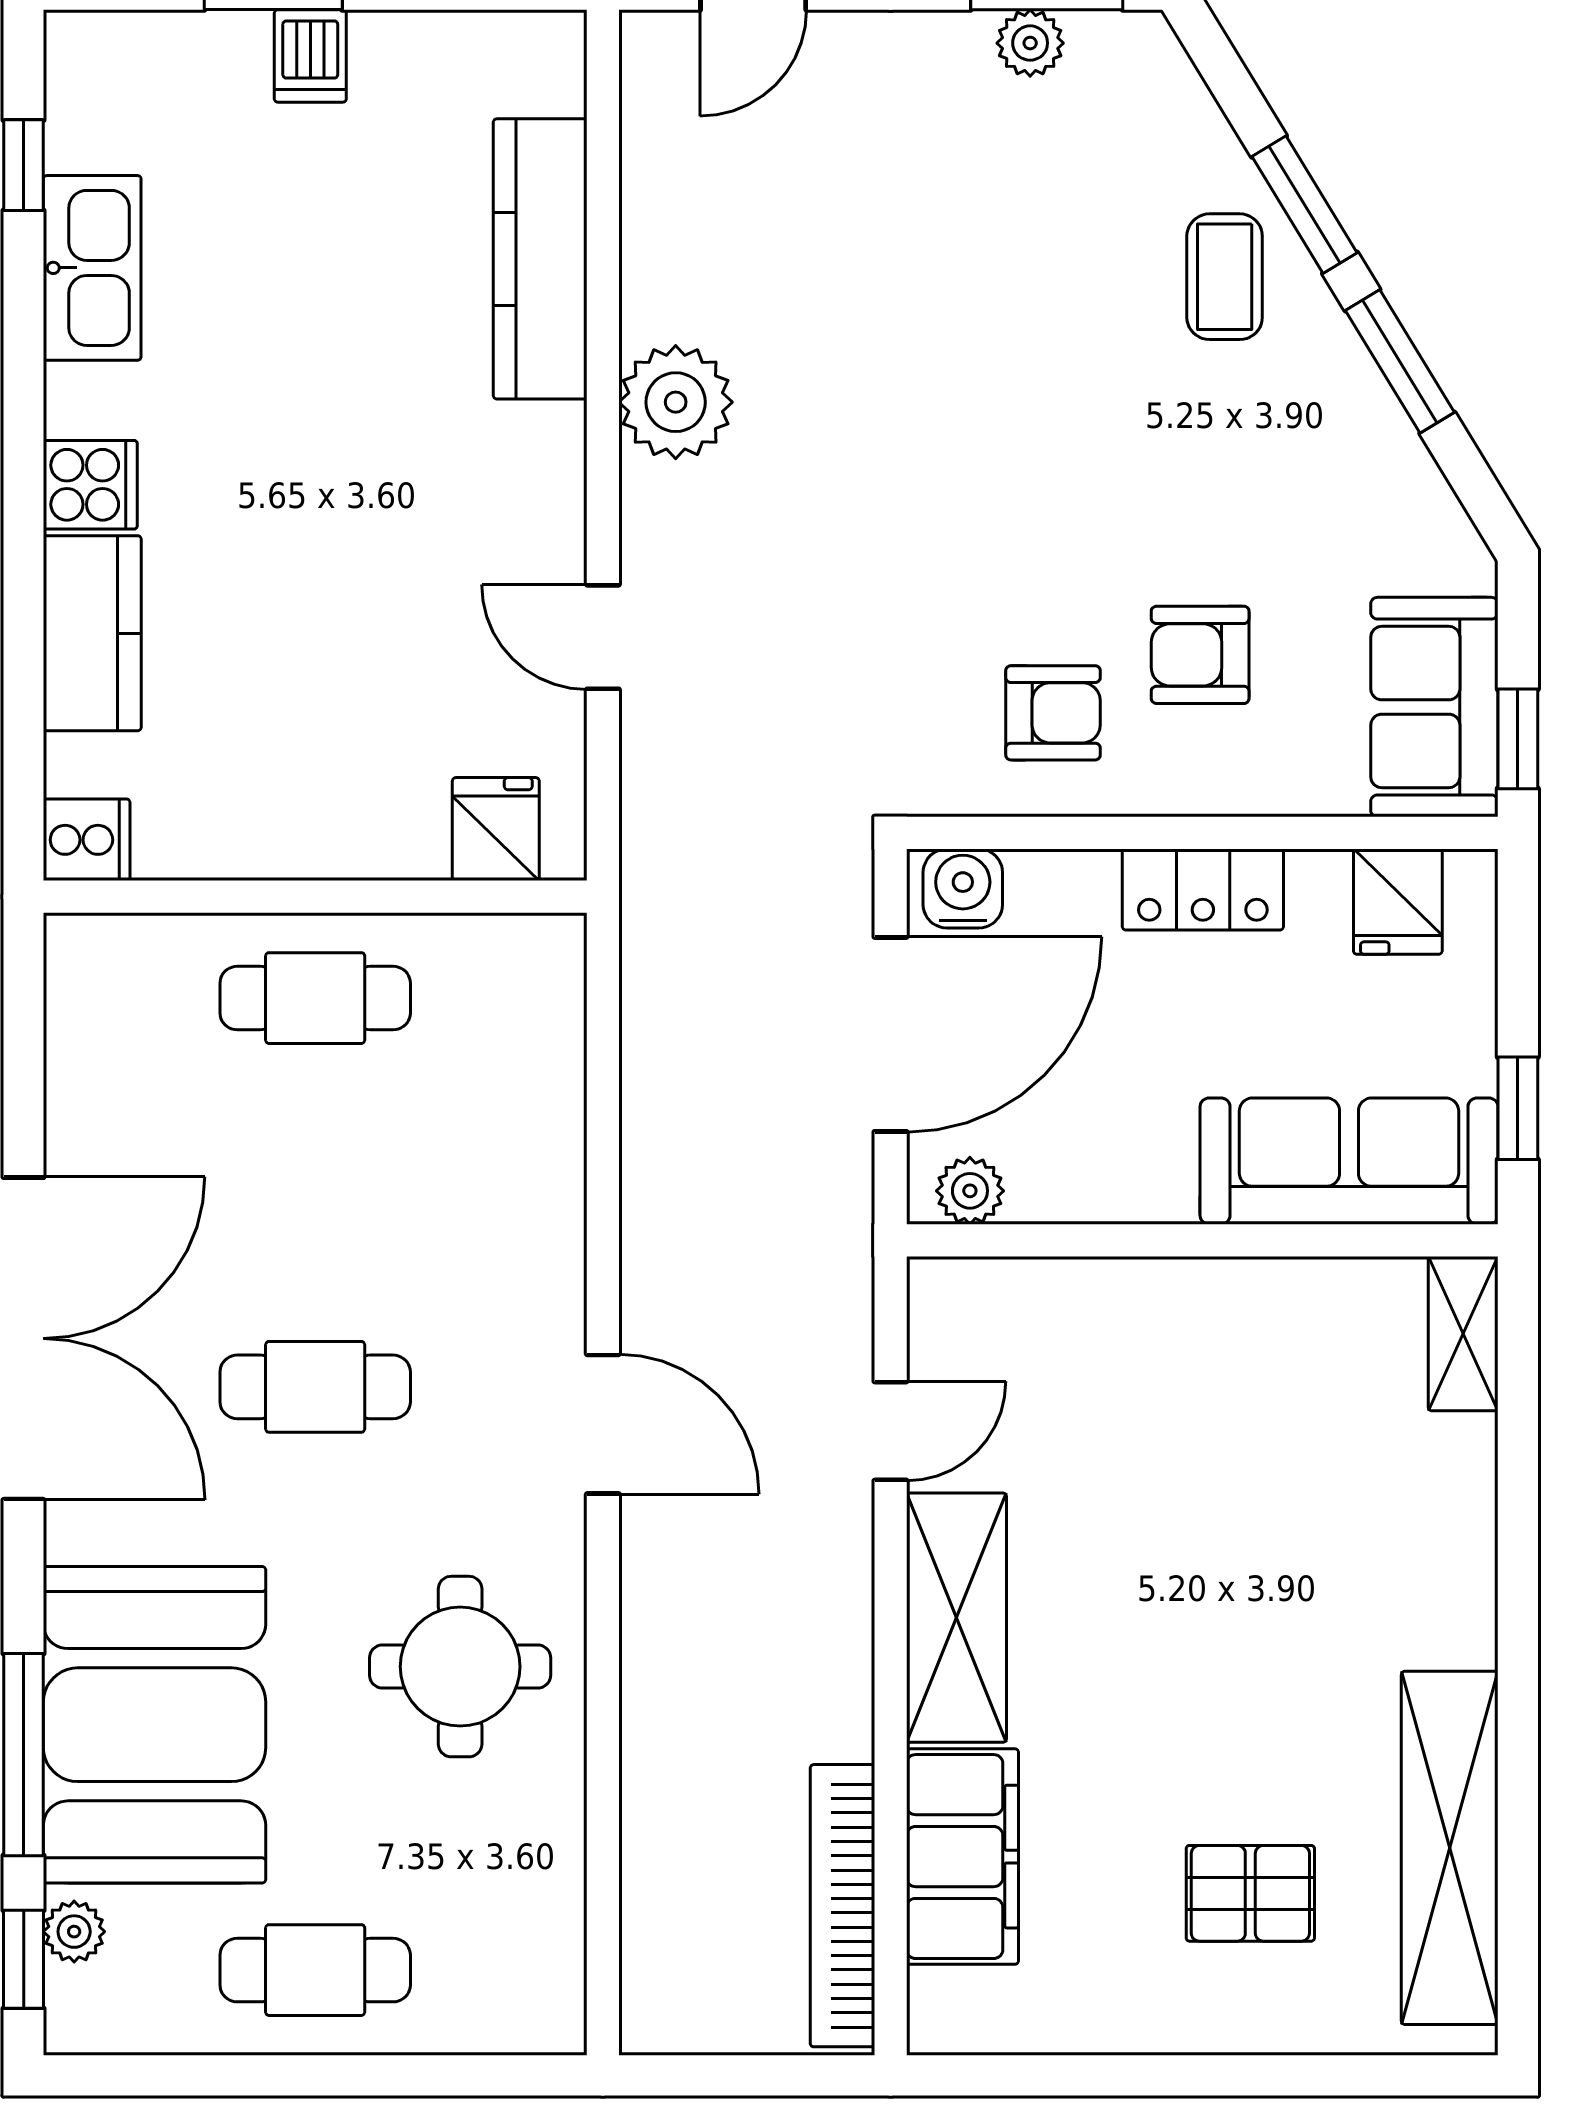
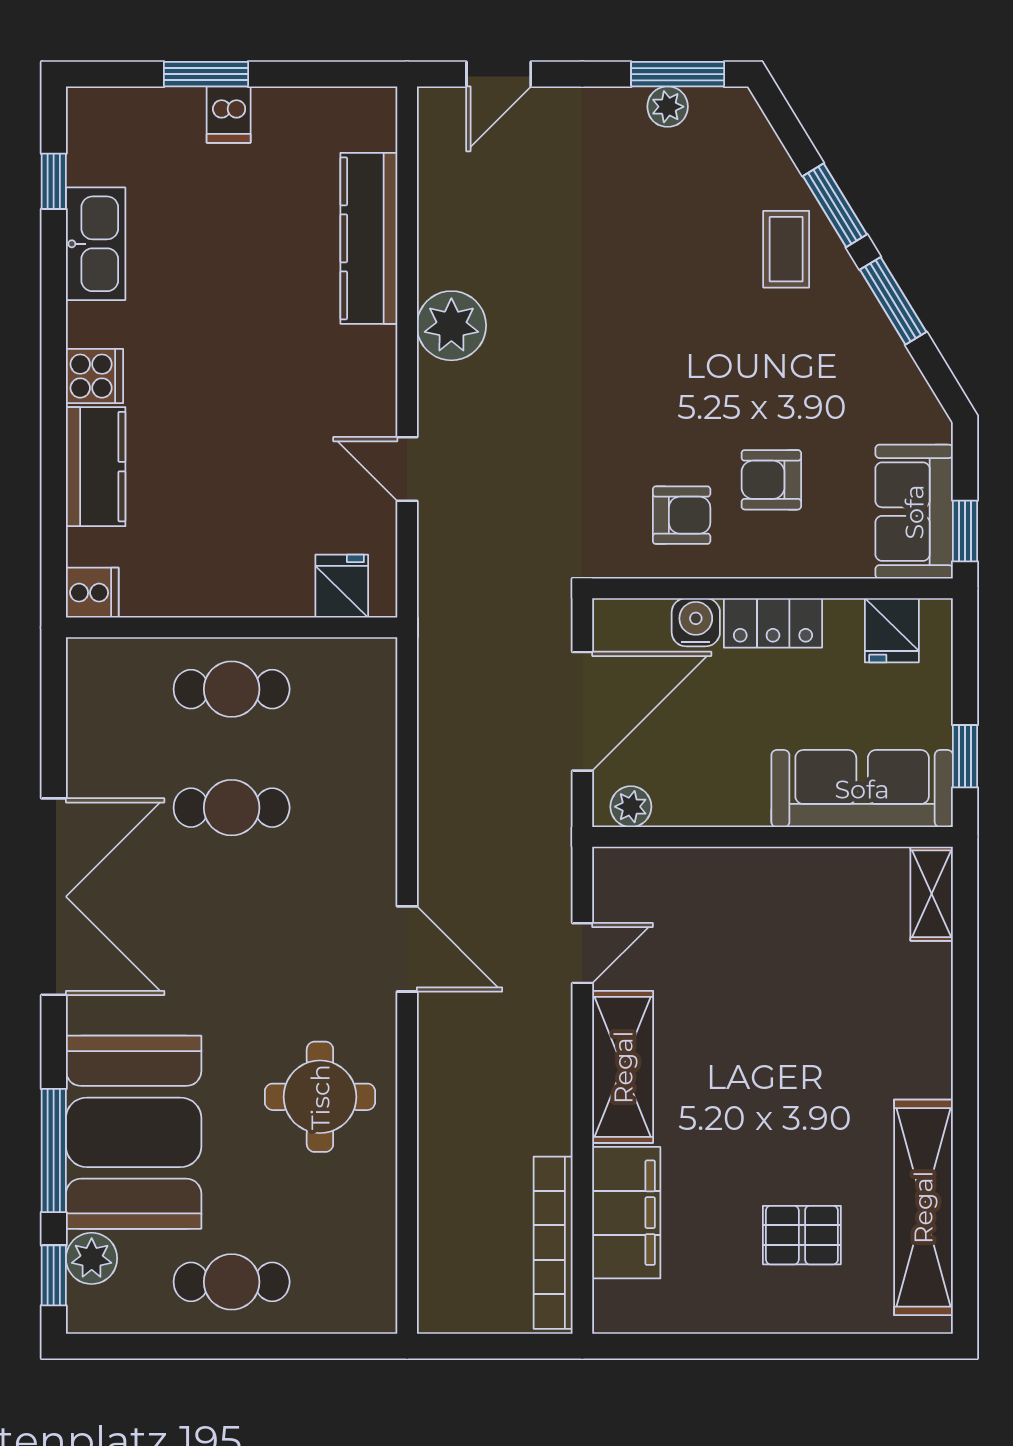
water cooler: (963, 888) -> (696, 622), moved
cafe table: (315, 1387) -> (232, 808), moved
plant: (74, 1932) -> (92, 1258), width x1.38, depth x1.38

